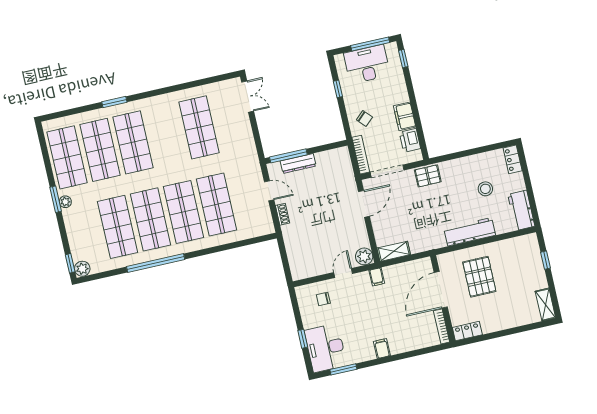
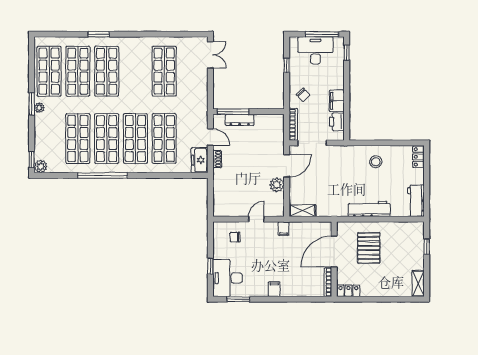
pallet: (428, 176) -> (345, 155), removed
stool: (485, 189) -> (376, 162), moved
freezer: (263, 220) -> (200, 160), added
plant: (364, 256) -> (277, 185), moved

